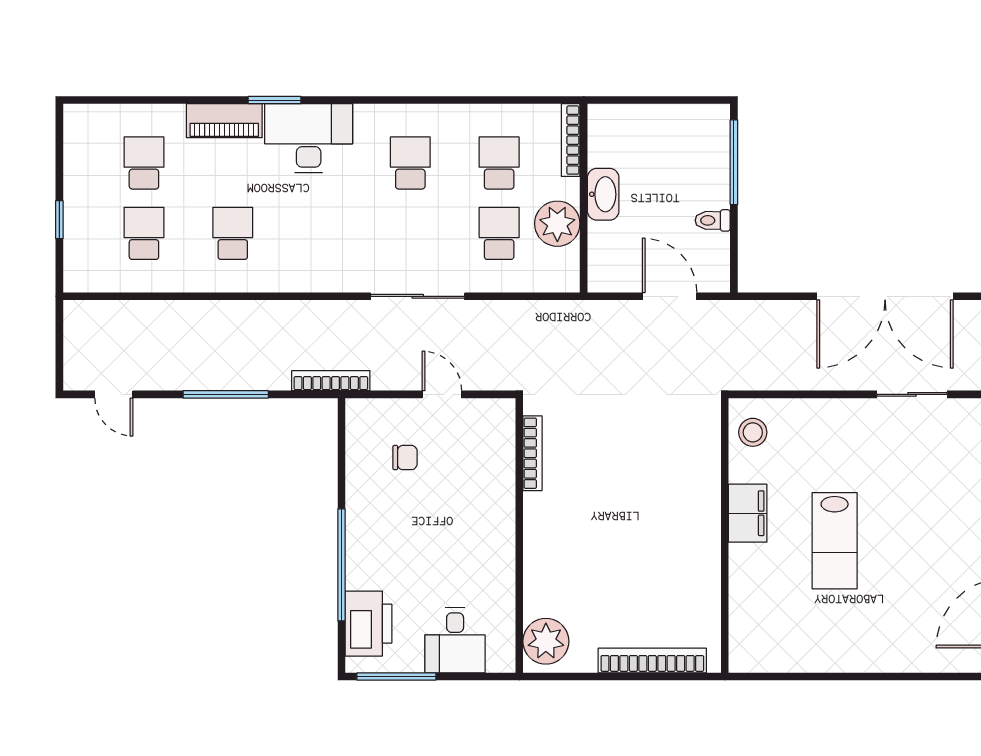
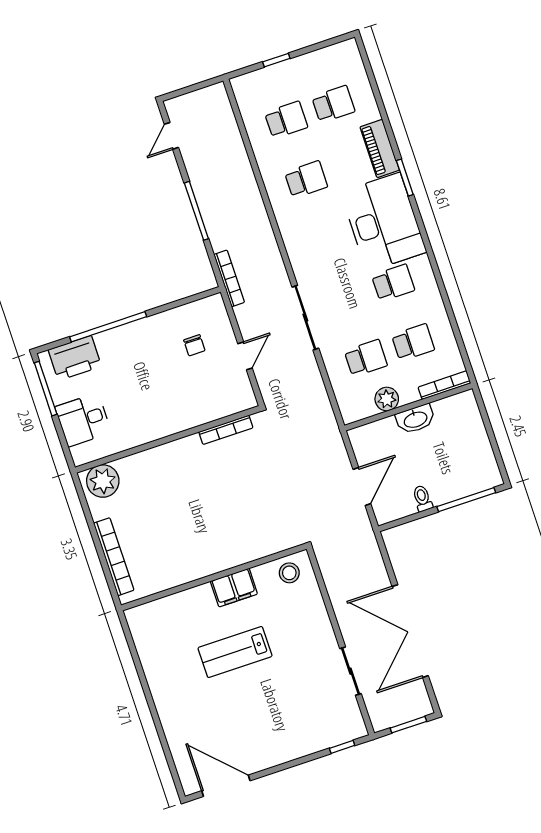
desk: (309, 138) -> (384, 222), width x1.36, depth x1.30
plant: (557, 224) -> (387, 399), width x0.73, depth x0.73

